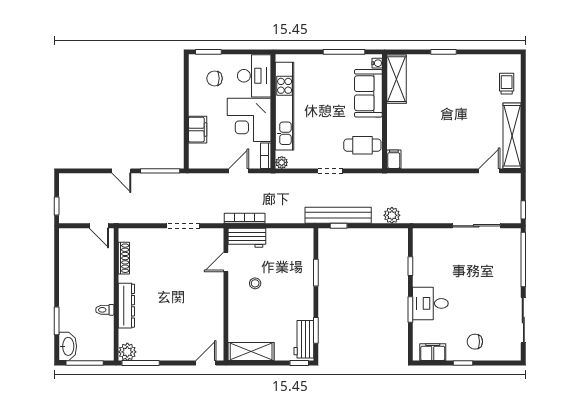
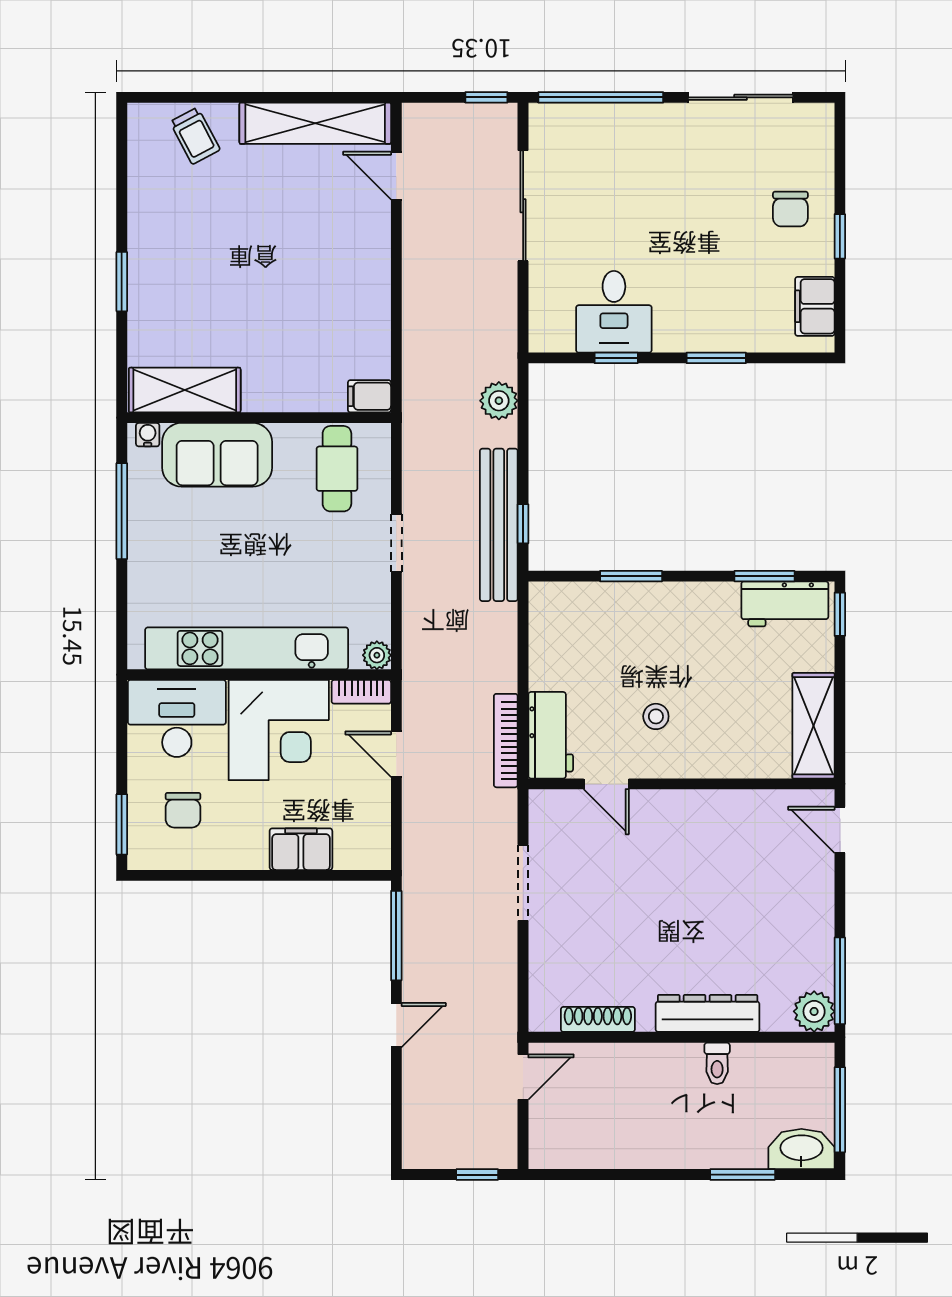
trolley: (507, 84) -> (195, 136), turned -118
desk: (430, 303) -> (614, 312), moved

